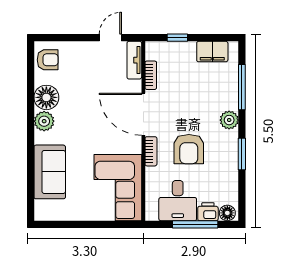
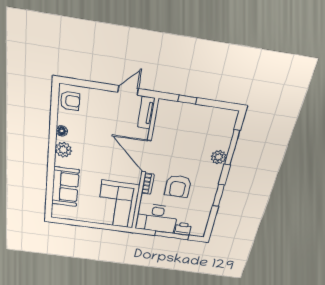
filing cabinet: (212, 52) -> (215, 116), removed
bookcase: (151, 75) -> (158, 127), removed
floor lamp: (46, 97) -> (62, 131), width x0.53, depth x0.53
plant: (229, 120) -> (219, 157), moved
desk: (178, 201) -> (157, 218), width x1.37
floor lamp: (227, 213) -> (197, 232), removed

